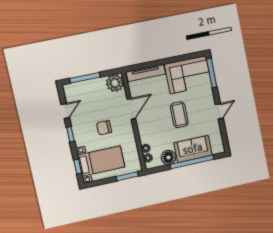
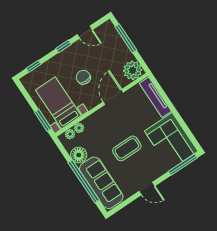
door: (131, 109) -> (113, 97), swing flipped
sofa: (193, 149) -> (101, 183), width x1.36
bed with nightstands: (101, 161) -> (58, 103), moved, turned 180

